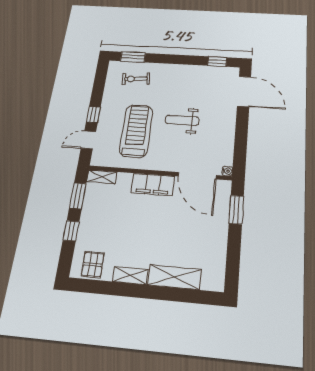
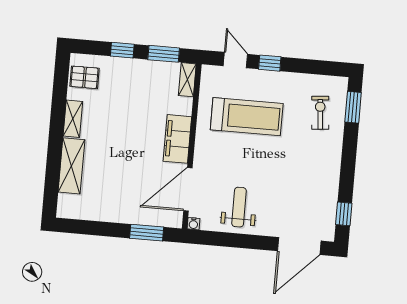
weight bench: (182, 120) -> (239, 207), moved

